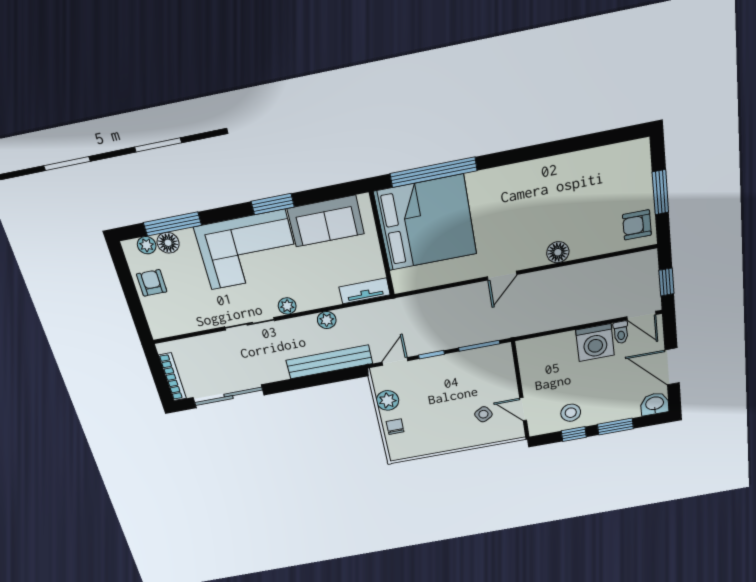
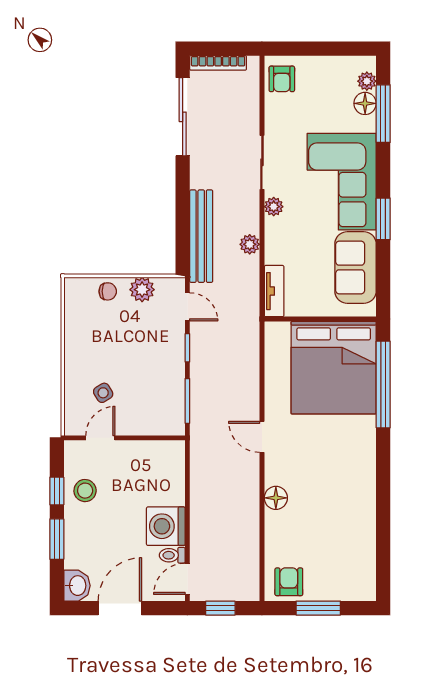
armchair: (152, 283) -> (282, 79), moved, turned 90

